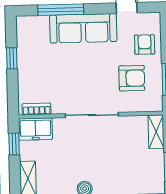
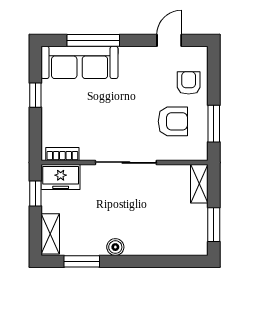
sofa: (83, 28) -> (80, 62), moved

